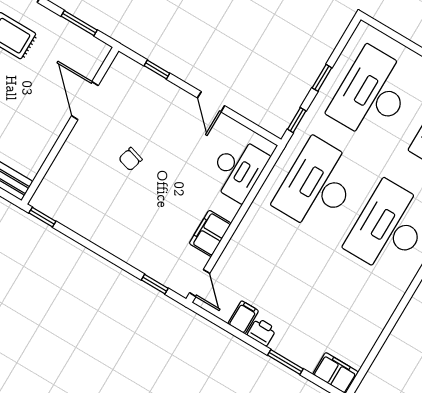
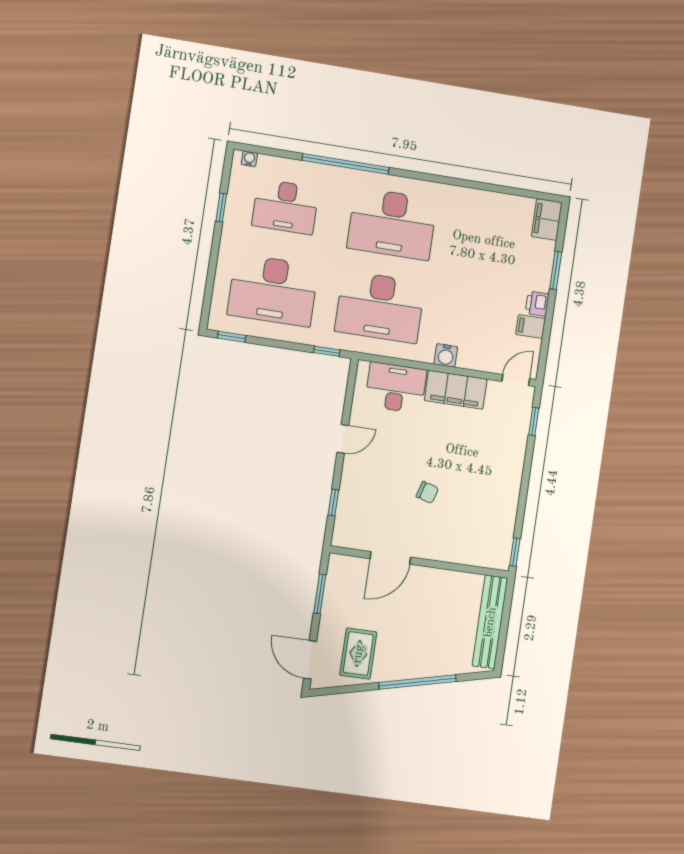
window: (322, 78) -> (232, 337), moved
water cooler: (249, 228) -> (446, 355), added
filing cabinet: (210, 233) -> (456, 390), width x1.50, depth x1.17

